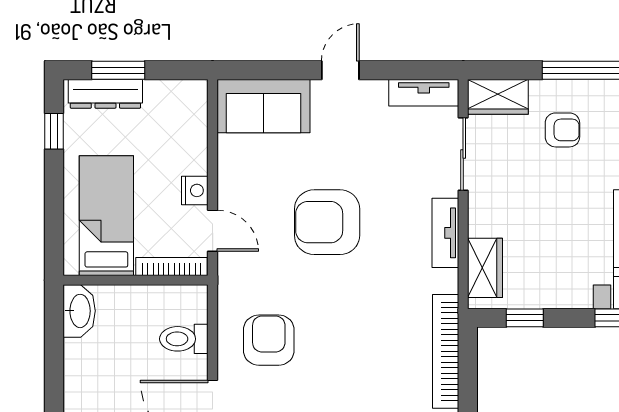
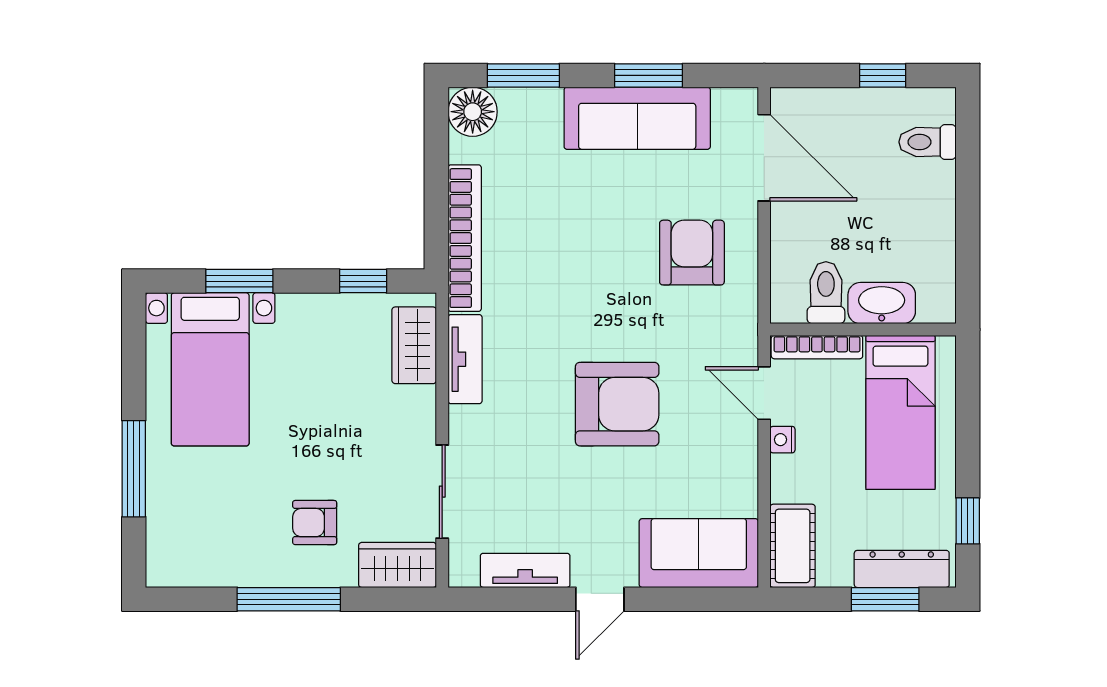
tv unit: (424, 93) -> (525, 570), moved
cot: (190, 112) -> (793, 546), added
nightstand: (195, 190) -> (782, 440), width x0.72, depth x0.74
tv unit: (445, 233) -> (465, 359), moved
washbasin: (79, 311) -> (882, 303), moved, turned 90
toilet: (184, 339) -> (826, 293), moved, turned -90
armchair: (269, 340) -> (692, 253), turned 180

